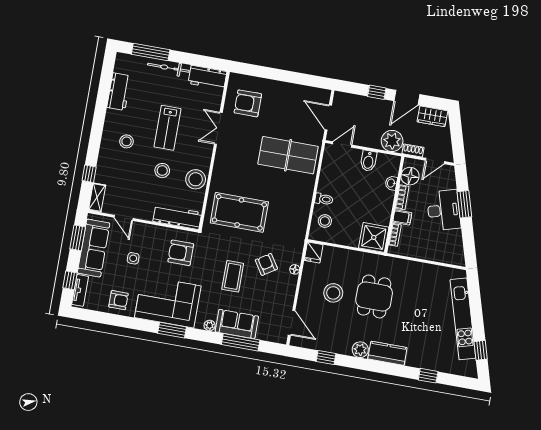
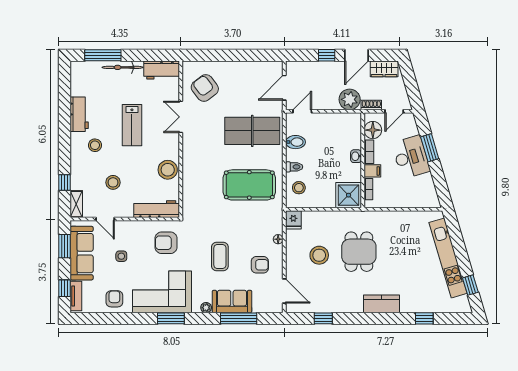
workbench: (119, 92) -> (79, 114), moved
armchair: (248, 103) -> (205, 88), turned 53
door: (328, 117) -> (284, 88), hinge flipped
bidet: (368, 161) -> (295, 142), moved, turned -90
stool: (162, 171) -> (113, 182), moved
washbasin: (391, 183) -> (356, 156), moved
pool table: (239, 212) -> (249, 185), moved
armchair: (266, 264) -> (260, 265), moved, turned 123
armchair: (118, 300) -> (114, 299), turned -90
plant: (360, 350) -> (355, 305), removed

